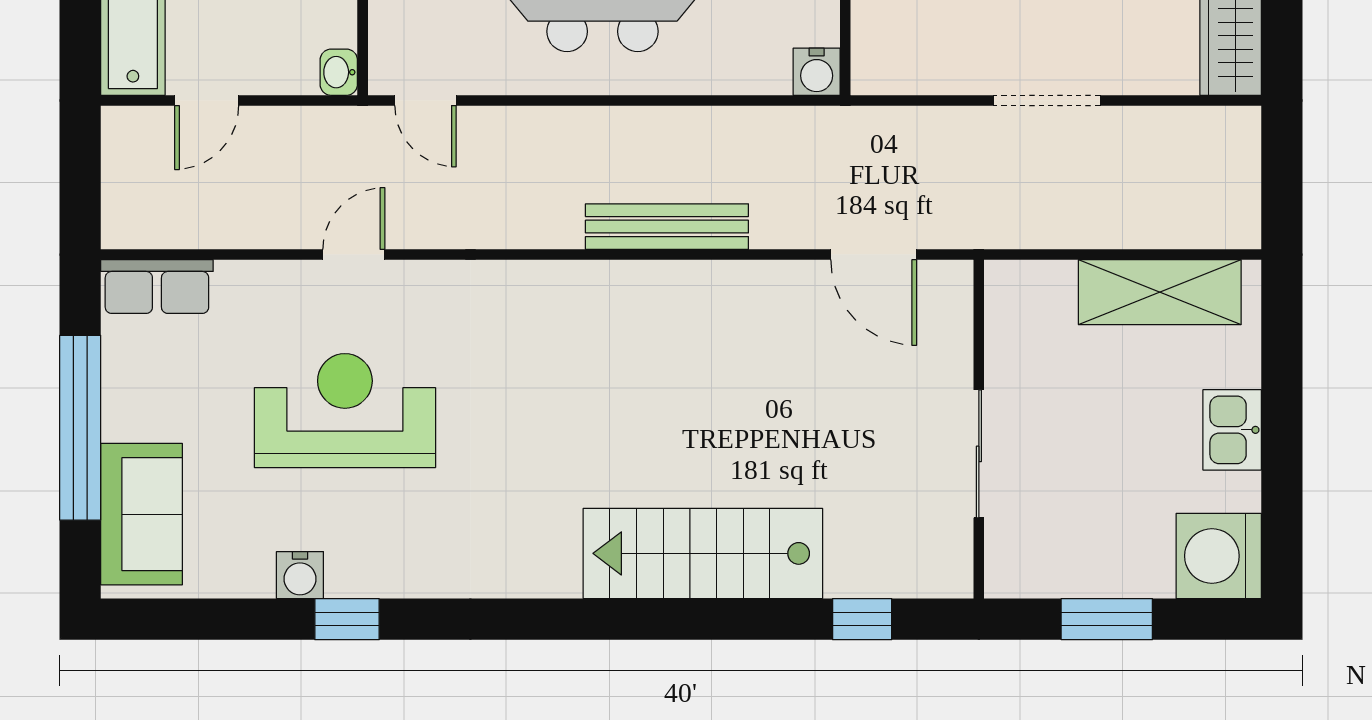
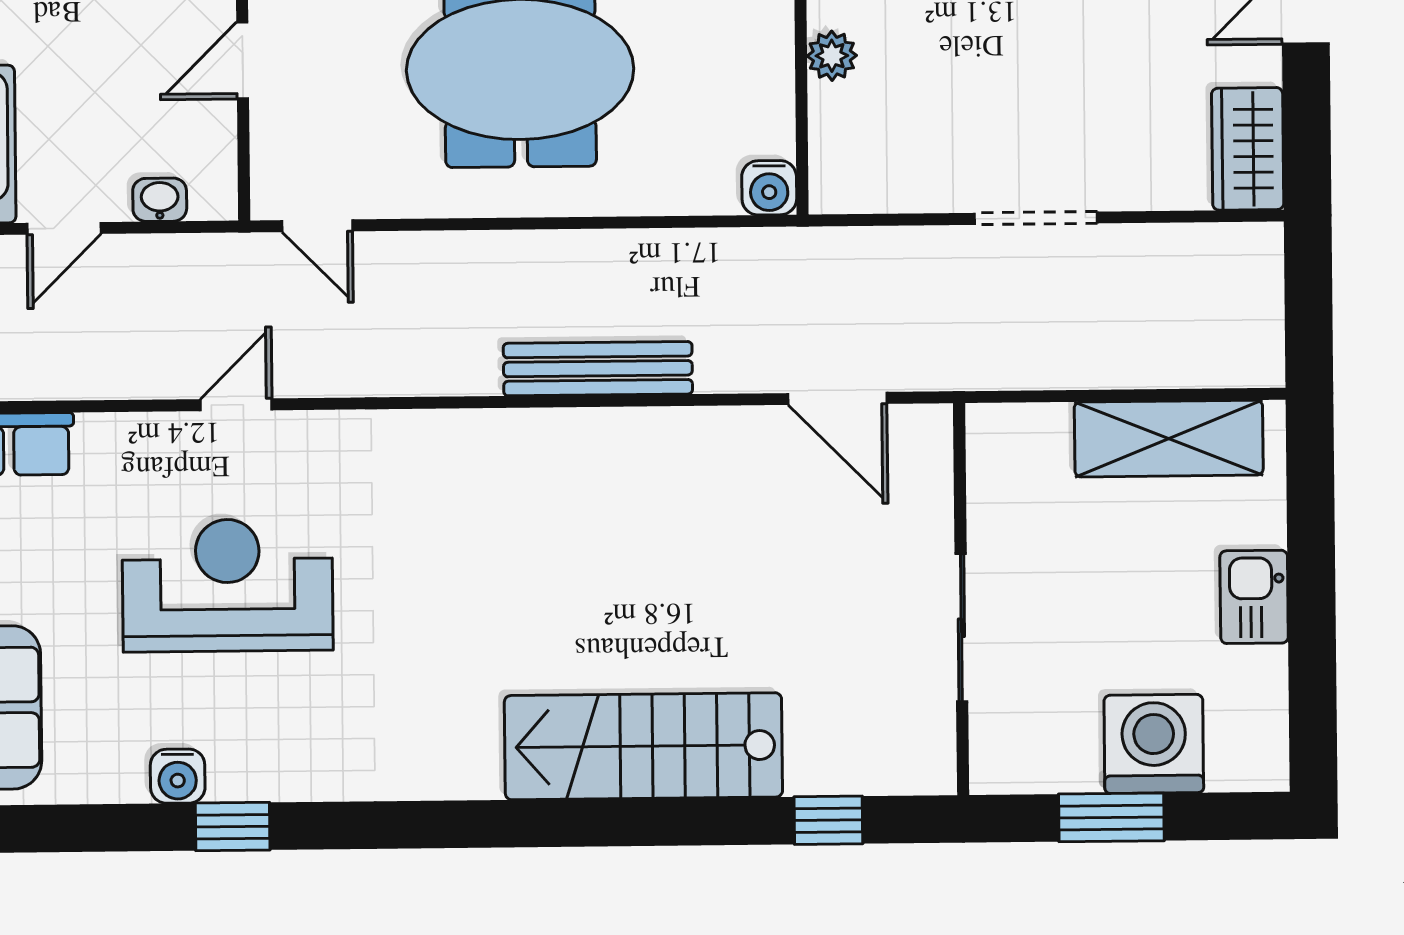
washbasin: (339, 72) -> (160, 200), moved, turned 90
washing machine: (1219, 556) -> (1154, 744), moved, turned 90

